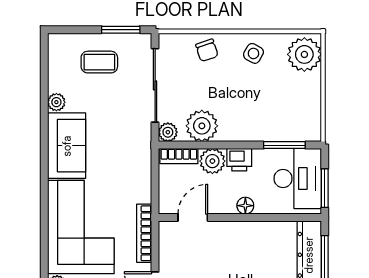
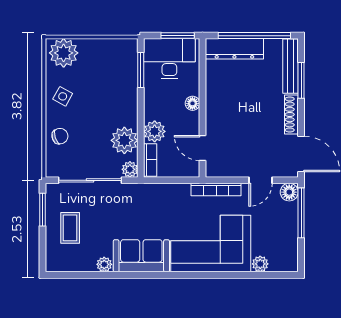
printer: (239, 160) -> (153, 108), removed

